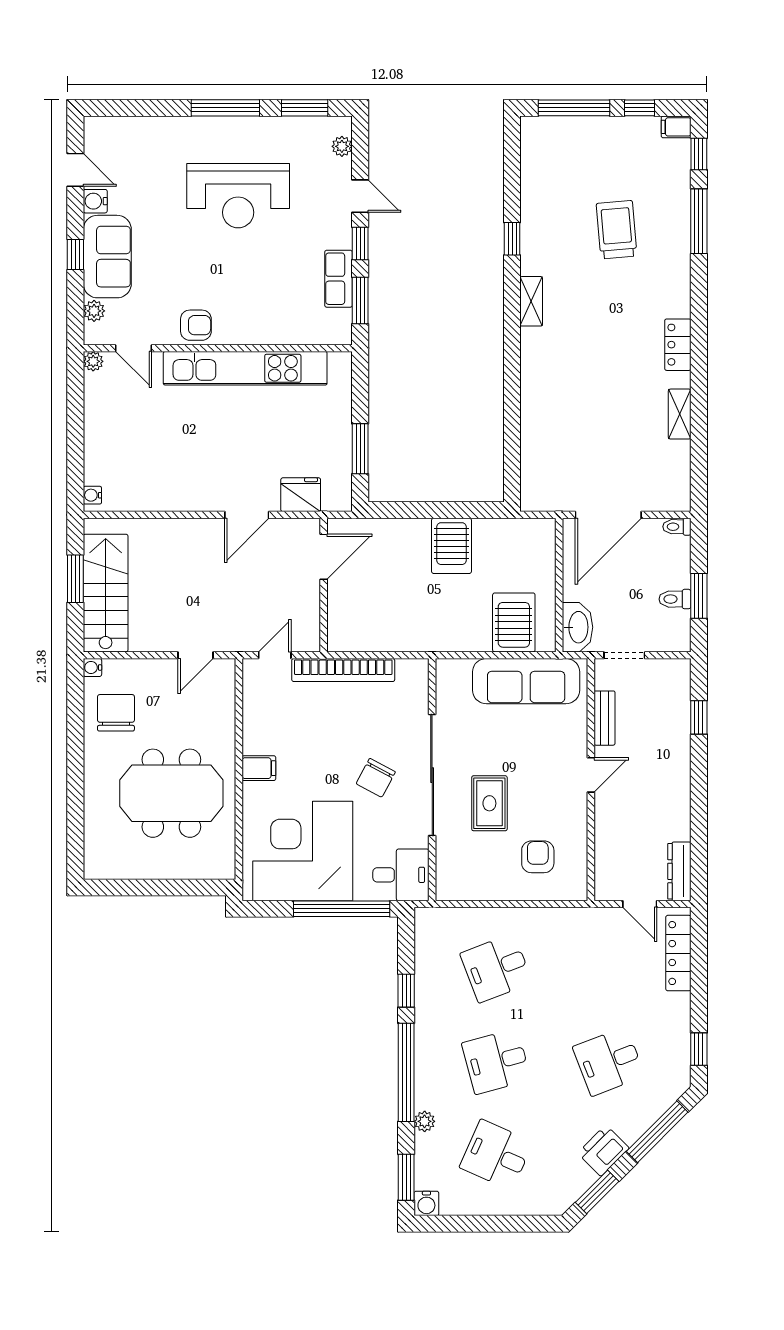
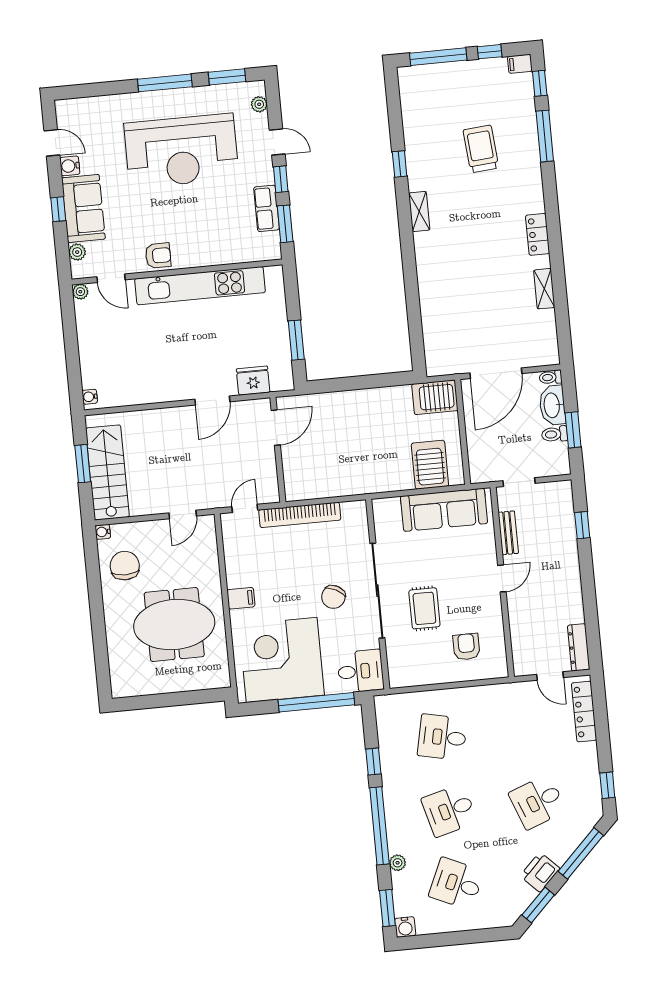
reception desk: (238, 196) -> (181, 151), width x1.36, depth x1.30
server rack: (452, 546) -> (435, 397), moved, turned 90
washbasin: (578, 627) -> (552, 405), moved, turned 180
desk: (496, 968) -> (442, 737), turned 33

